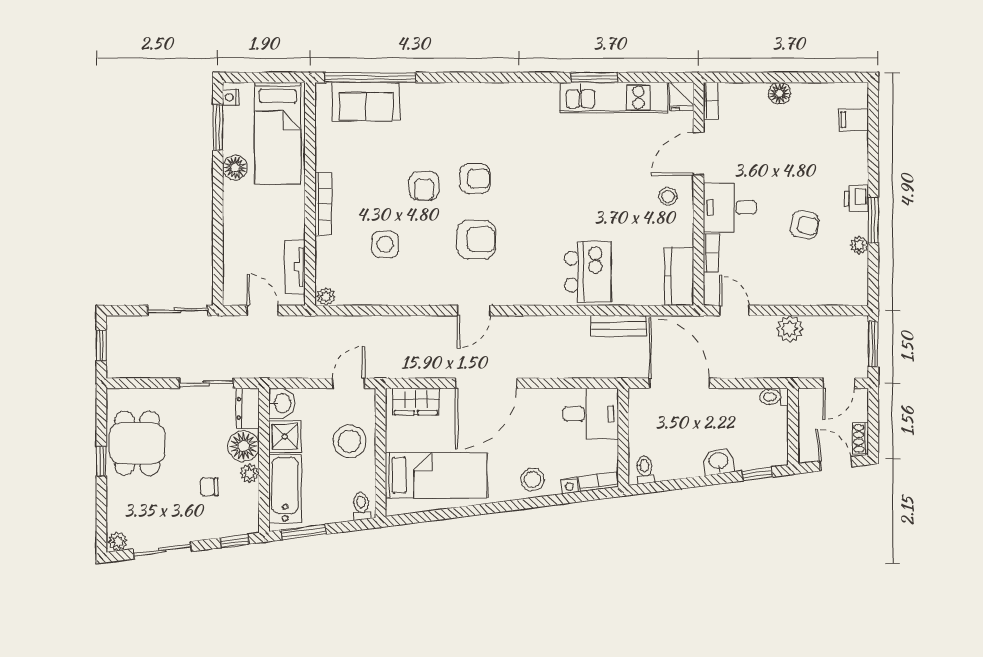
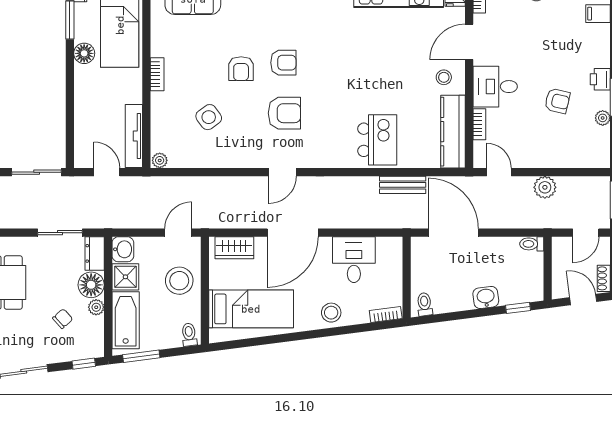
bookcase: (323, 204) -> (157, 74), width x0.64
side table: (385, 244) -> (209, 117), turned -36
tv unit: (295, 267) -> (134, 136), width x1.41
kitchen counter: (679, 276) -> (453, 132), width x1.50
desk: (591, 414) -> (354, 260), moved, turned -90
nightstand: (569, 485) -> (362, 317), removed
chair: (209, 487) -> (63, 319), turned 138

